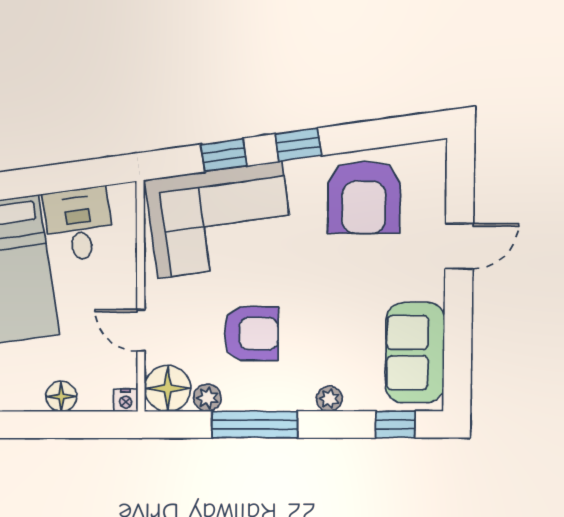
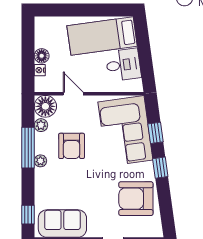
door: (141, 330) -> (73, 94), hinge flipped
plant: (329, 399) -> (40, 161), moved
nightstand: (126, 400) -> (40, 70), moved

